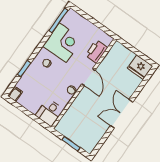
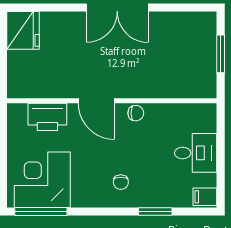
corner desk: (63, 43) -> (42, 180), moved
door: (88, 77) -> (96, 101), swing flipped
desk: (49, 112) -> (196, 153), moved

